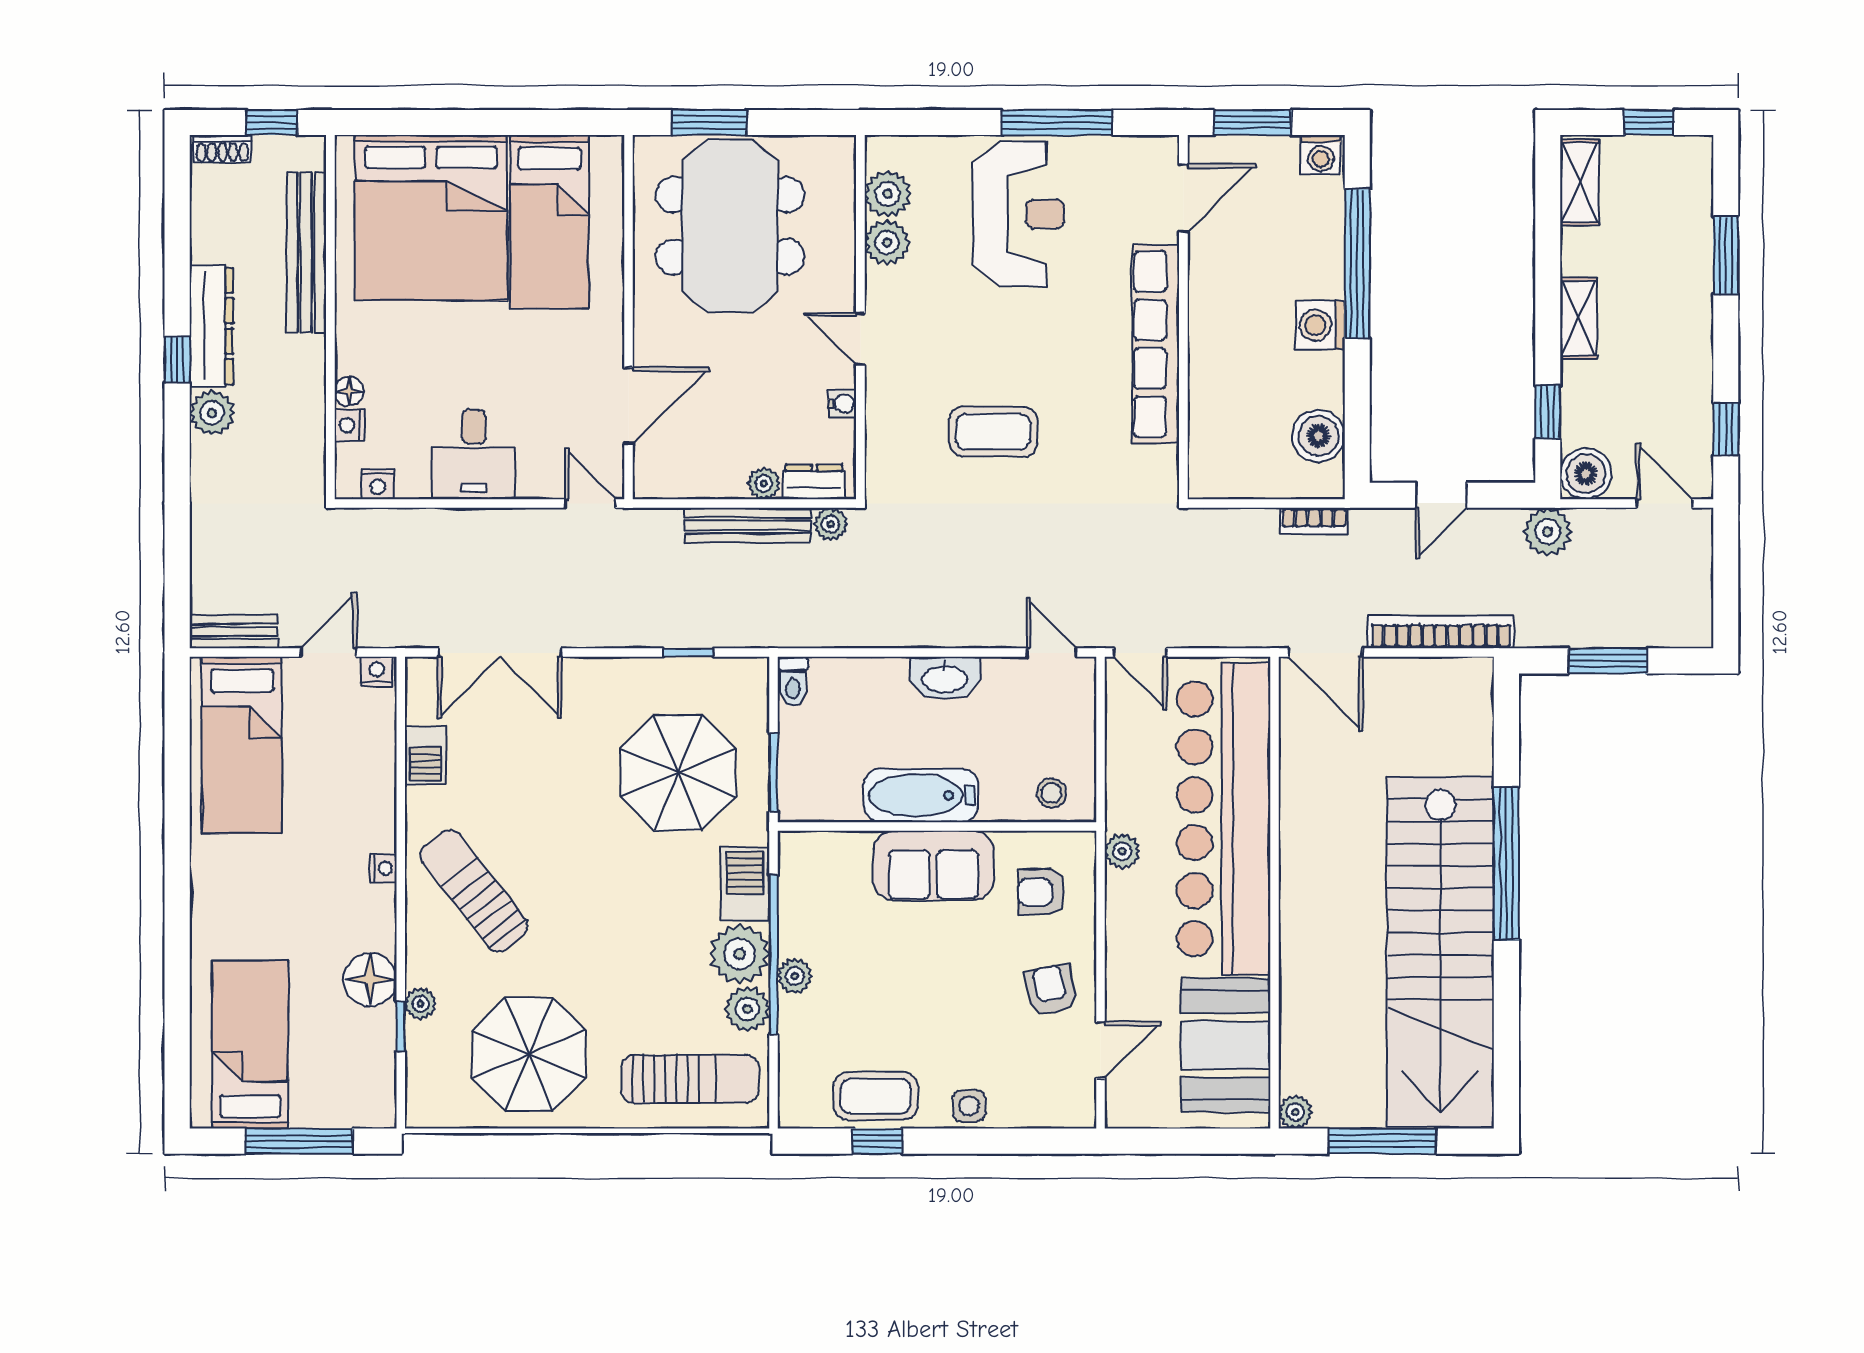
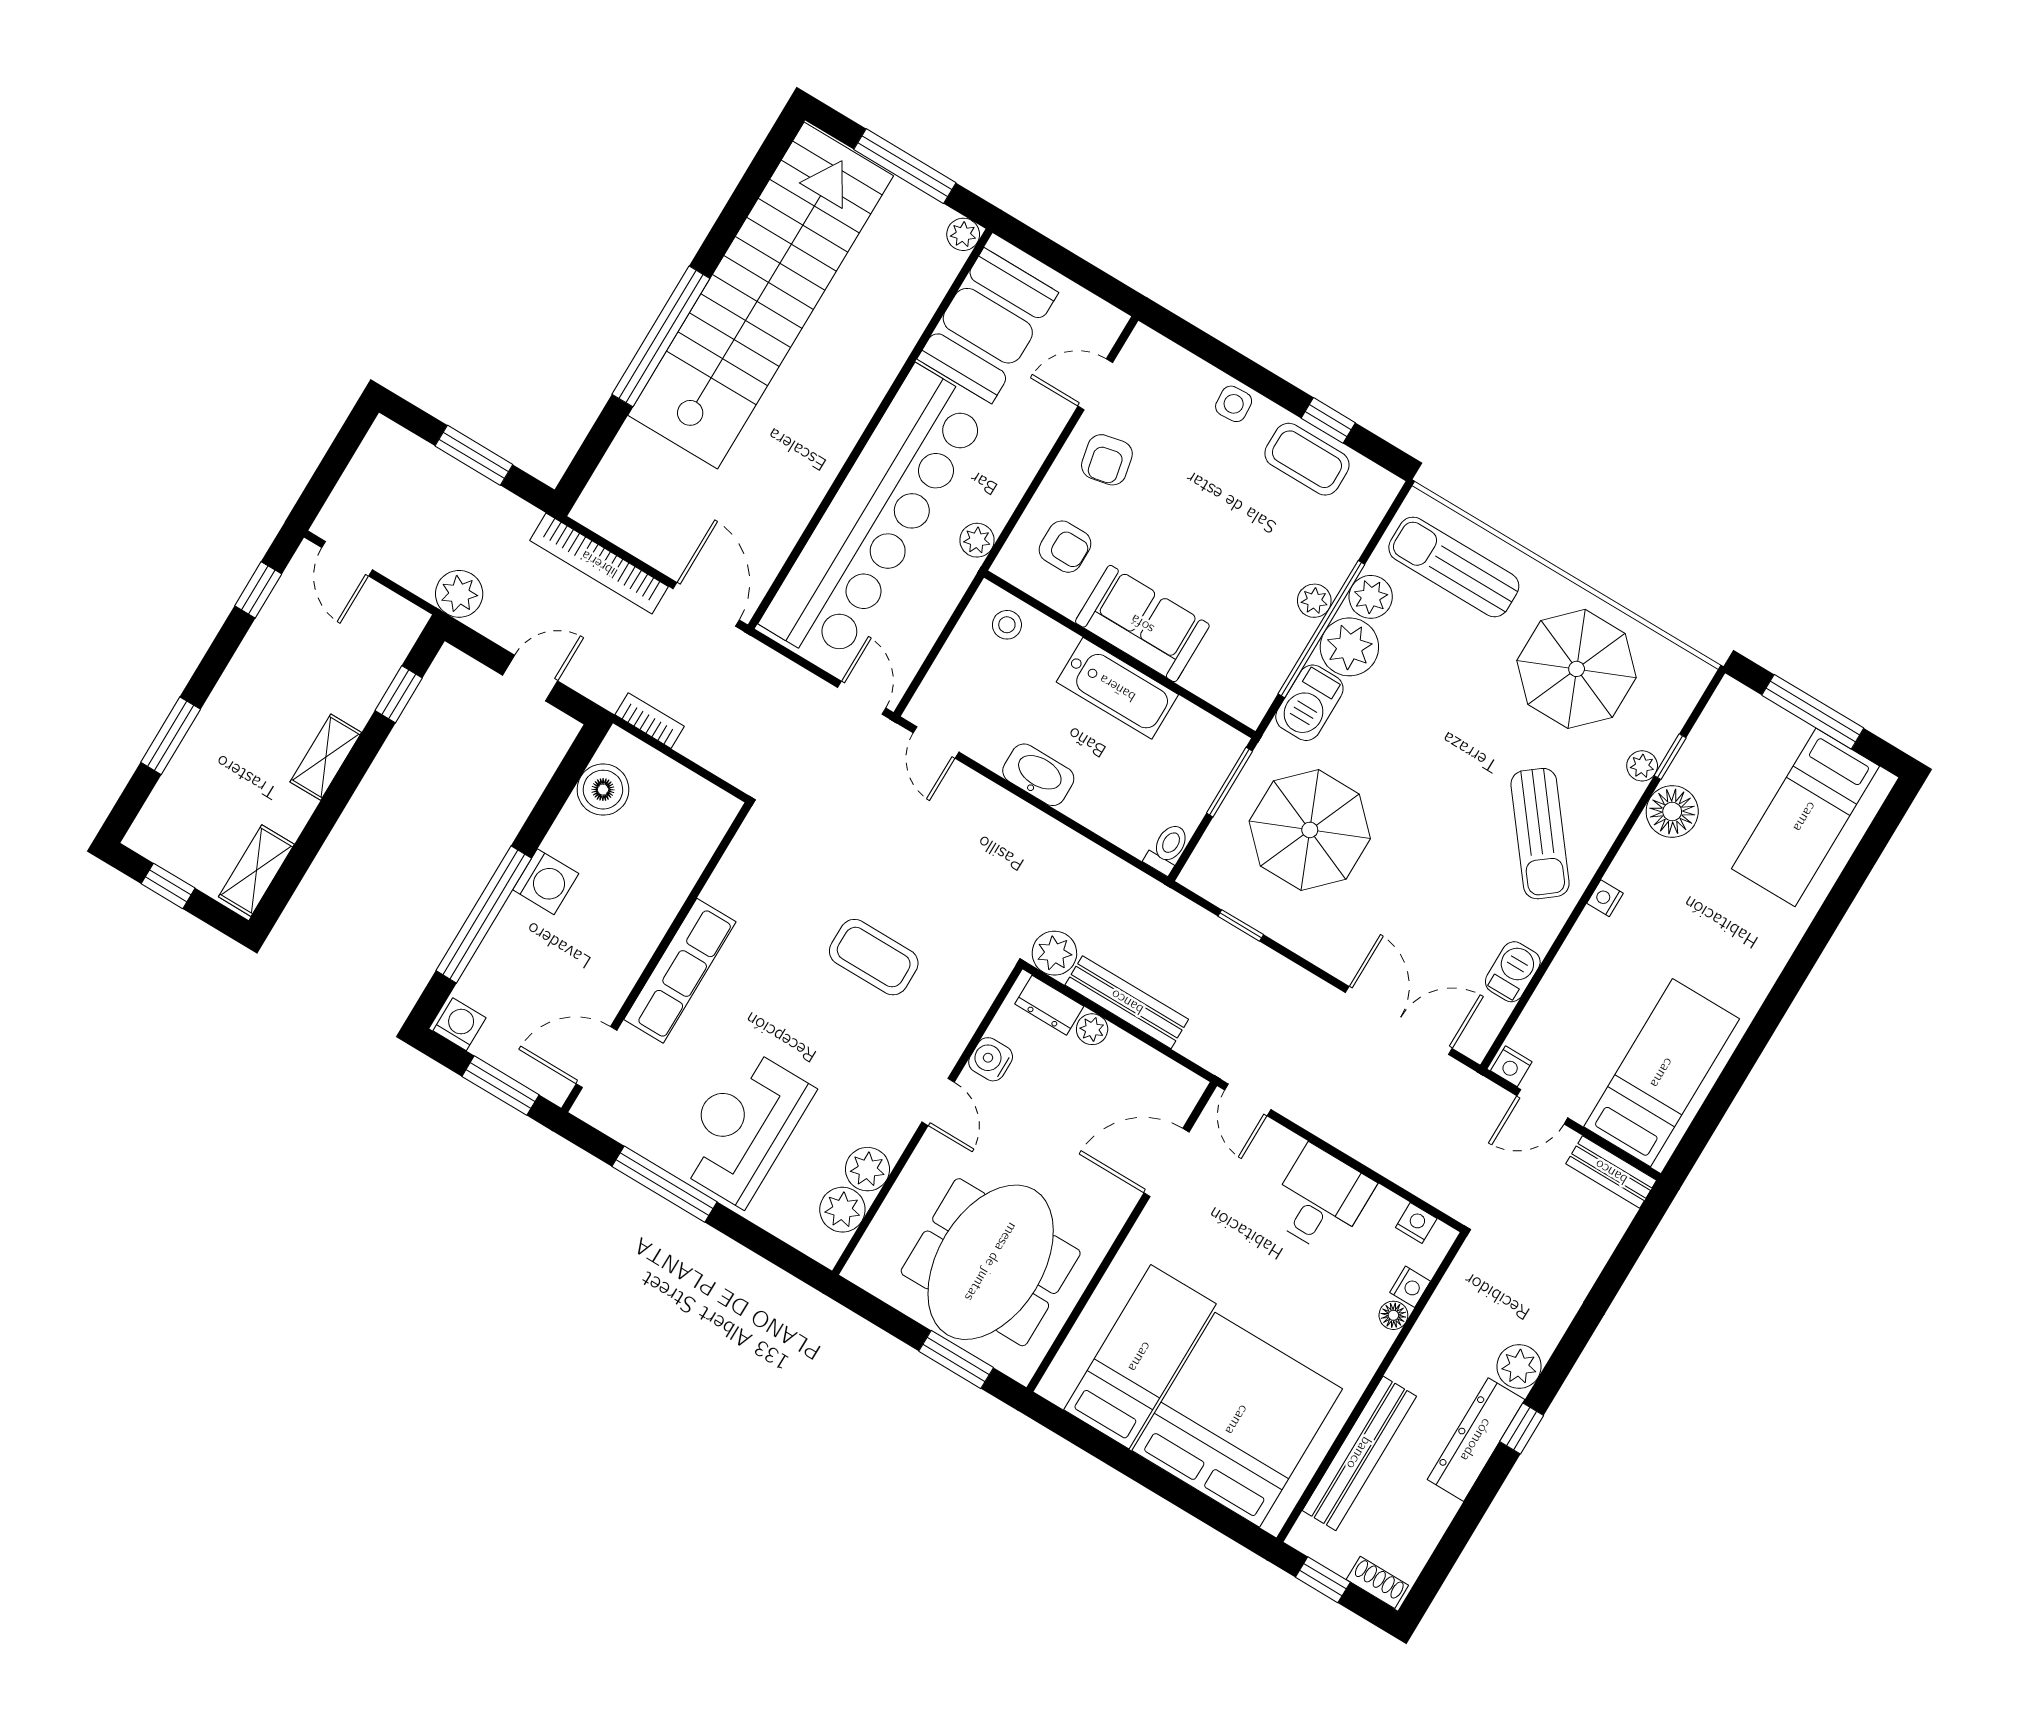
row of seats: (1156, 344) -> (680, 971), width x0.73
water cooler: (842, 404) -> (991, 1059), width x1.38, depth x1.38
boiler: (1586, 474) -> (398, 623), removed
plant: (831, 524) -> (1054, 953), width x1.38, depth x1.38

